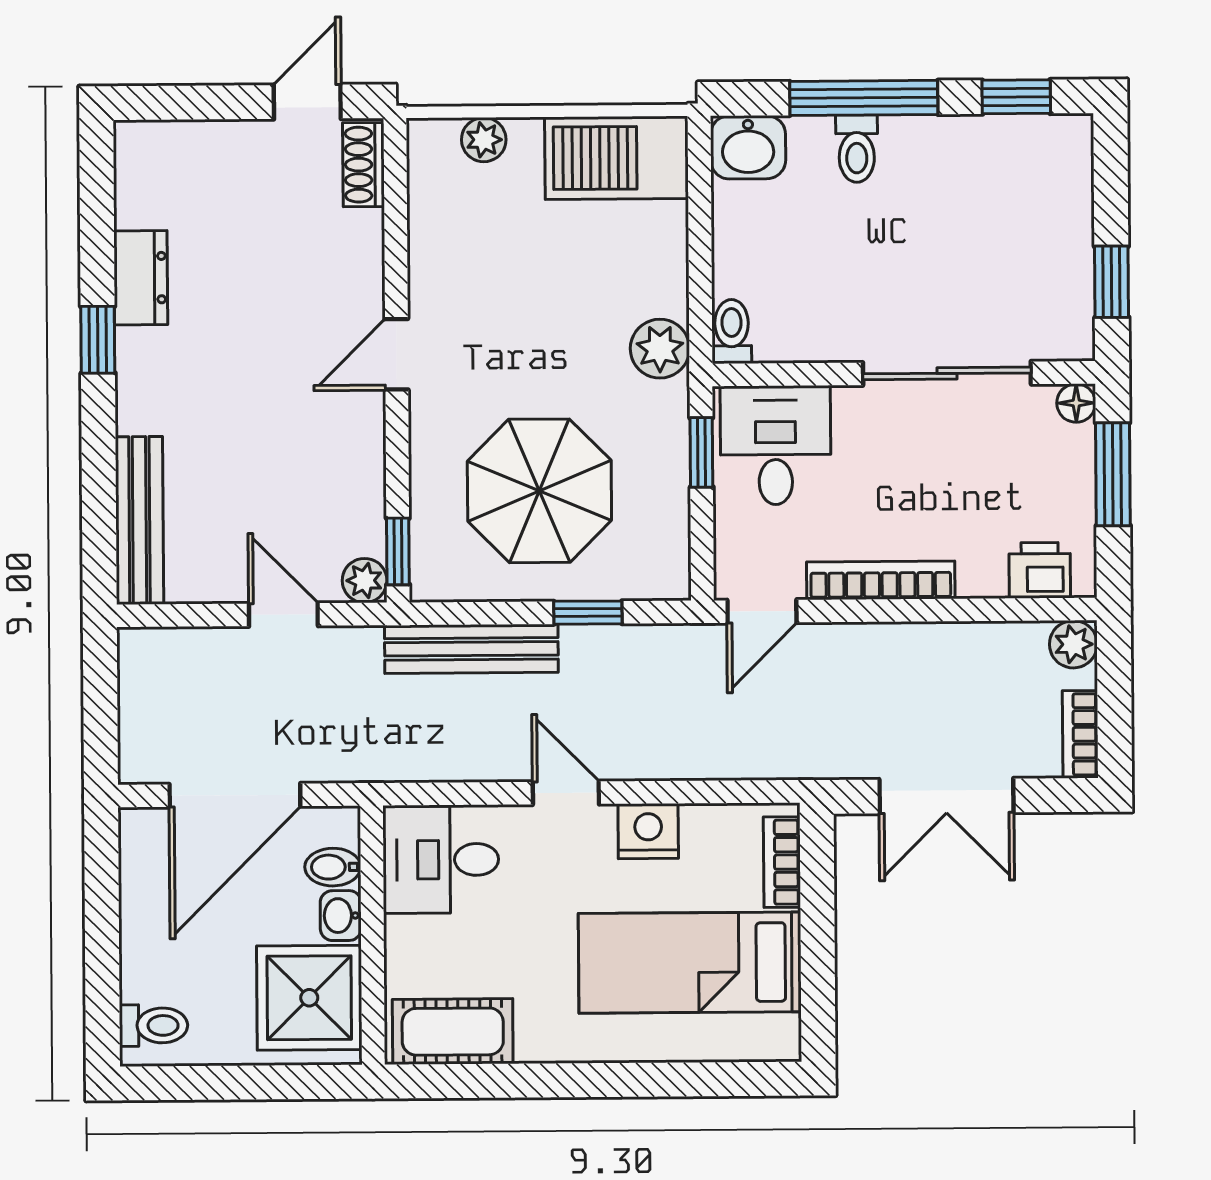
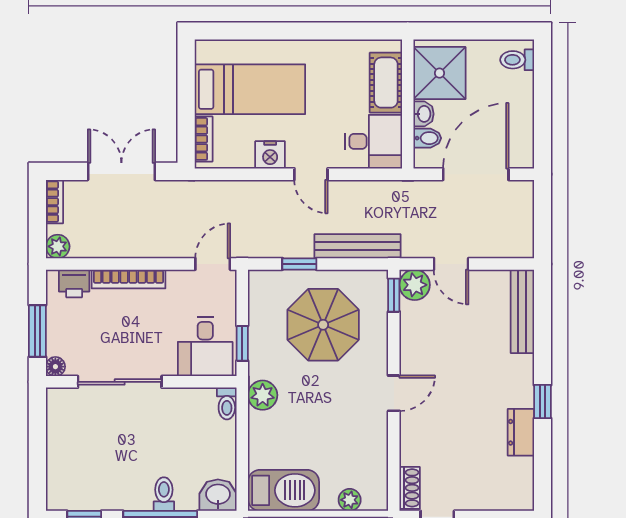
window: (1112, 282) -> (37, 427), removed
bookcase: (881, 580) -> (129, 279), moved
plant: (365, 581) -> (415, 285), width x1.38, depth x1.38
cot: (453, 1032) -> (386, 83), moved, turned 90

